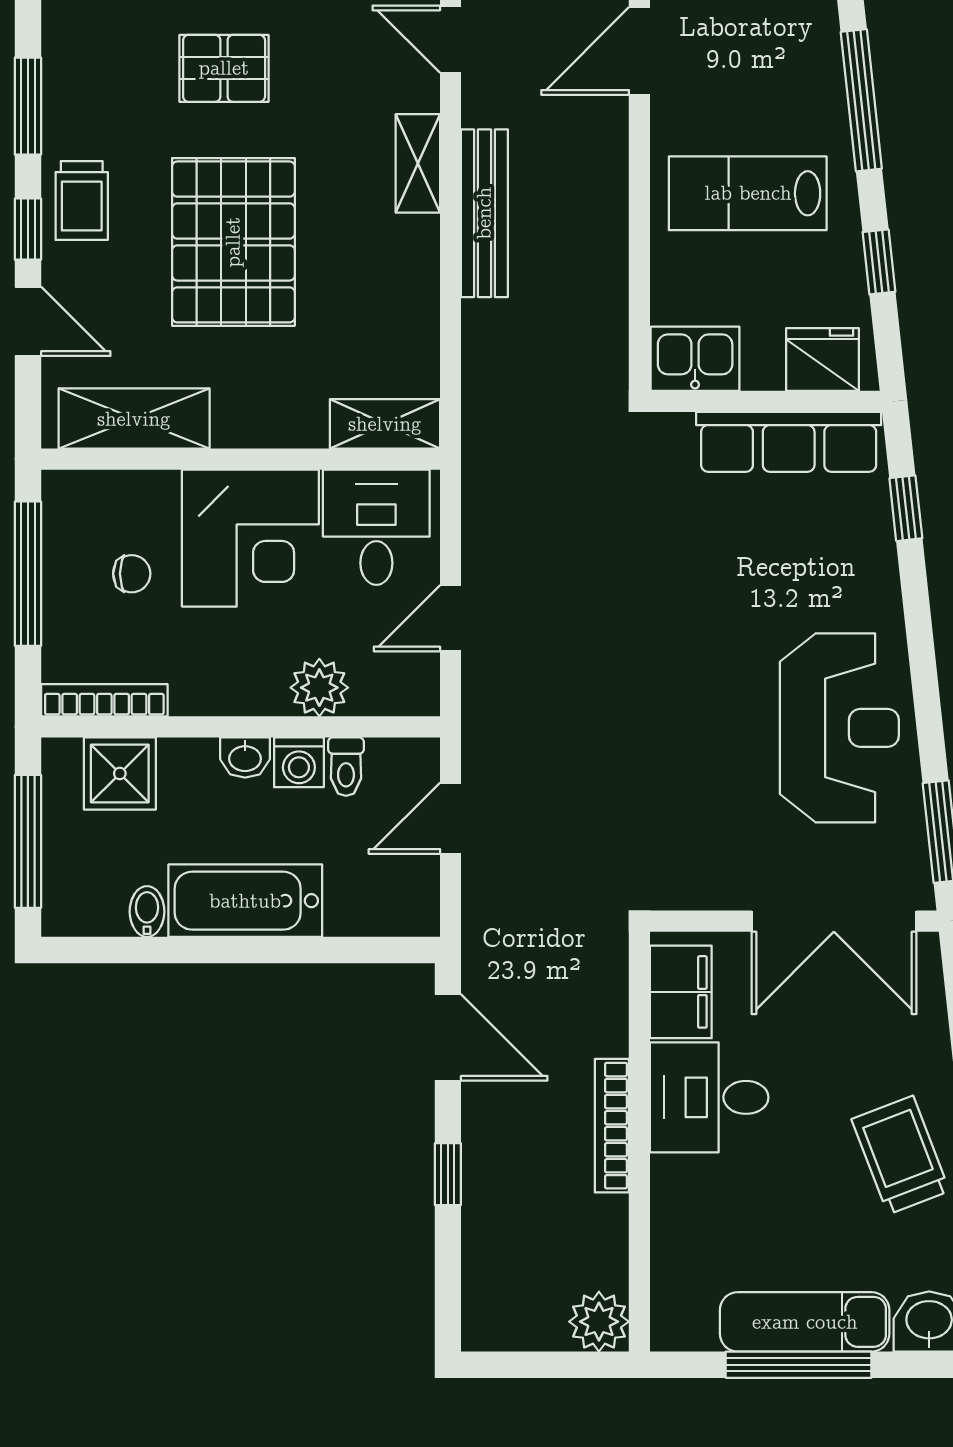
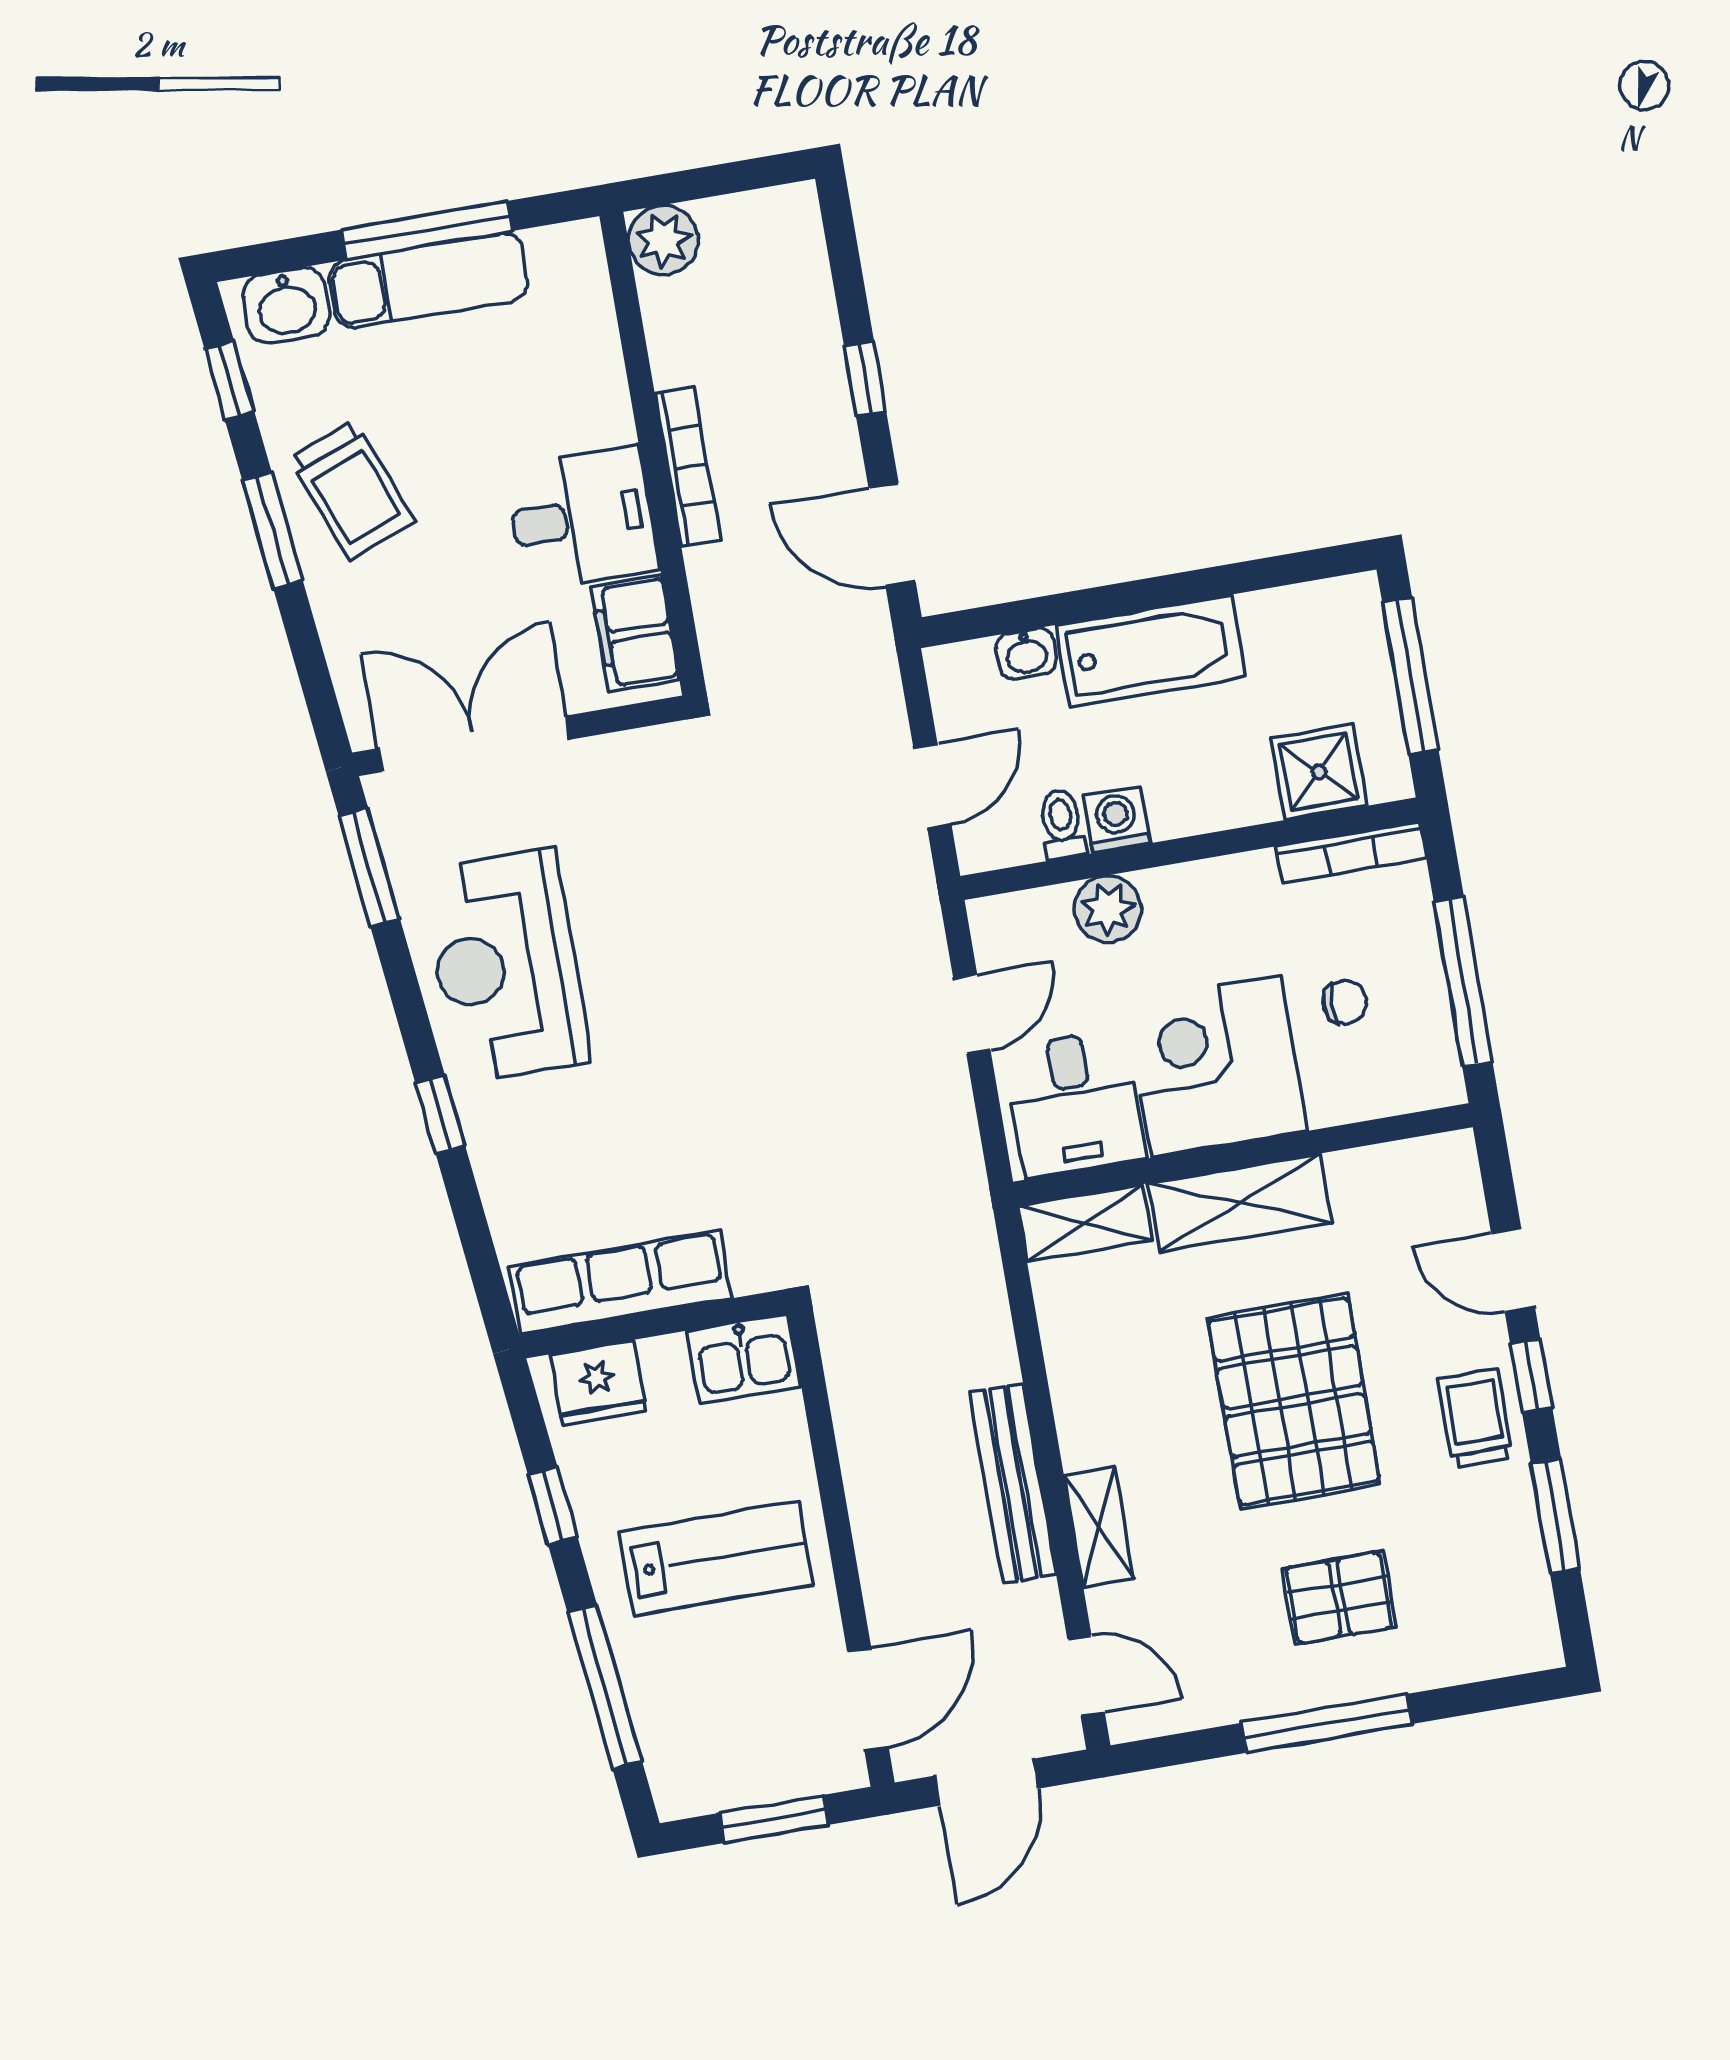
shelving: (134, 419) -> (1240, 1203), moved
window: (906, 508) -> (440, 1115), moved
chair: (132, 574) -> (1345, 1002), turned 180
washbasin: (245, 757) -> (1026, 654), moved, turned 180
bidet: (147, 911) -> (1261, 619), removed

